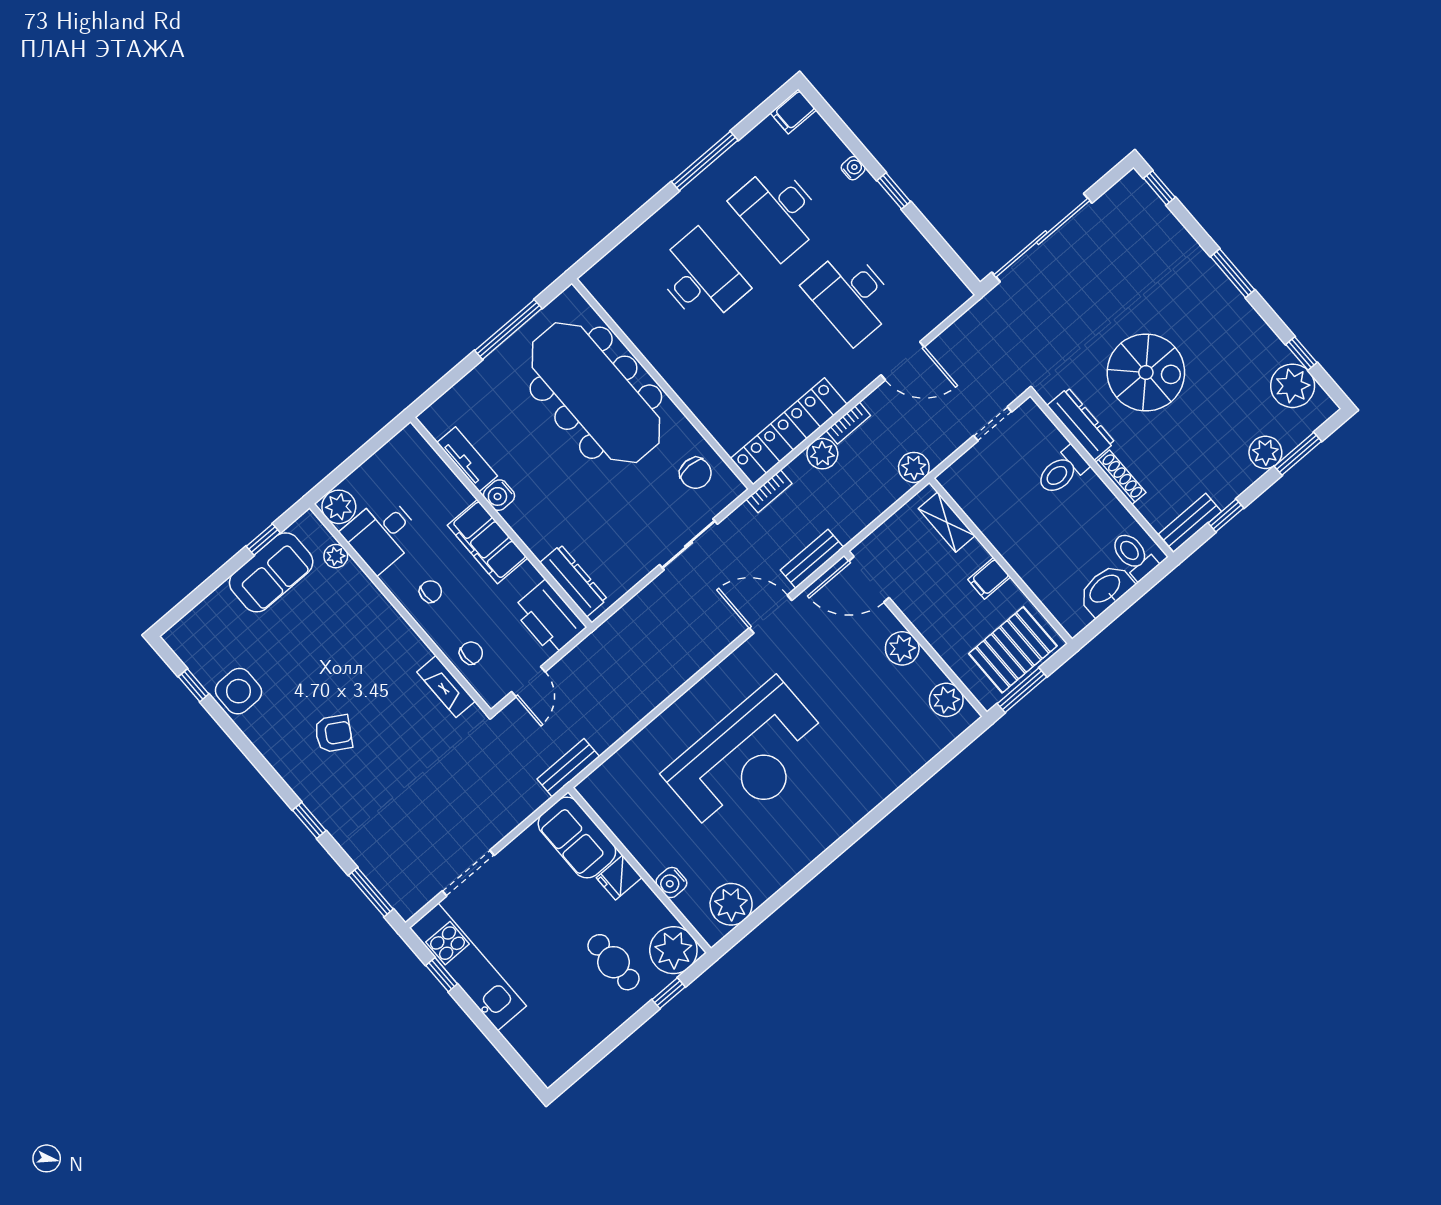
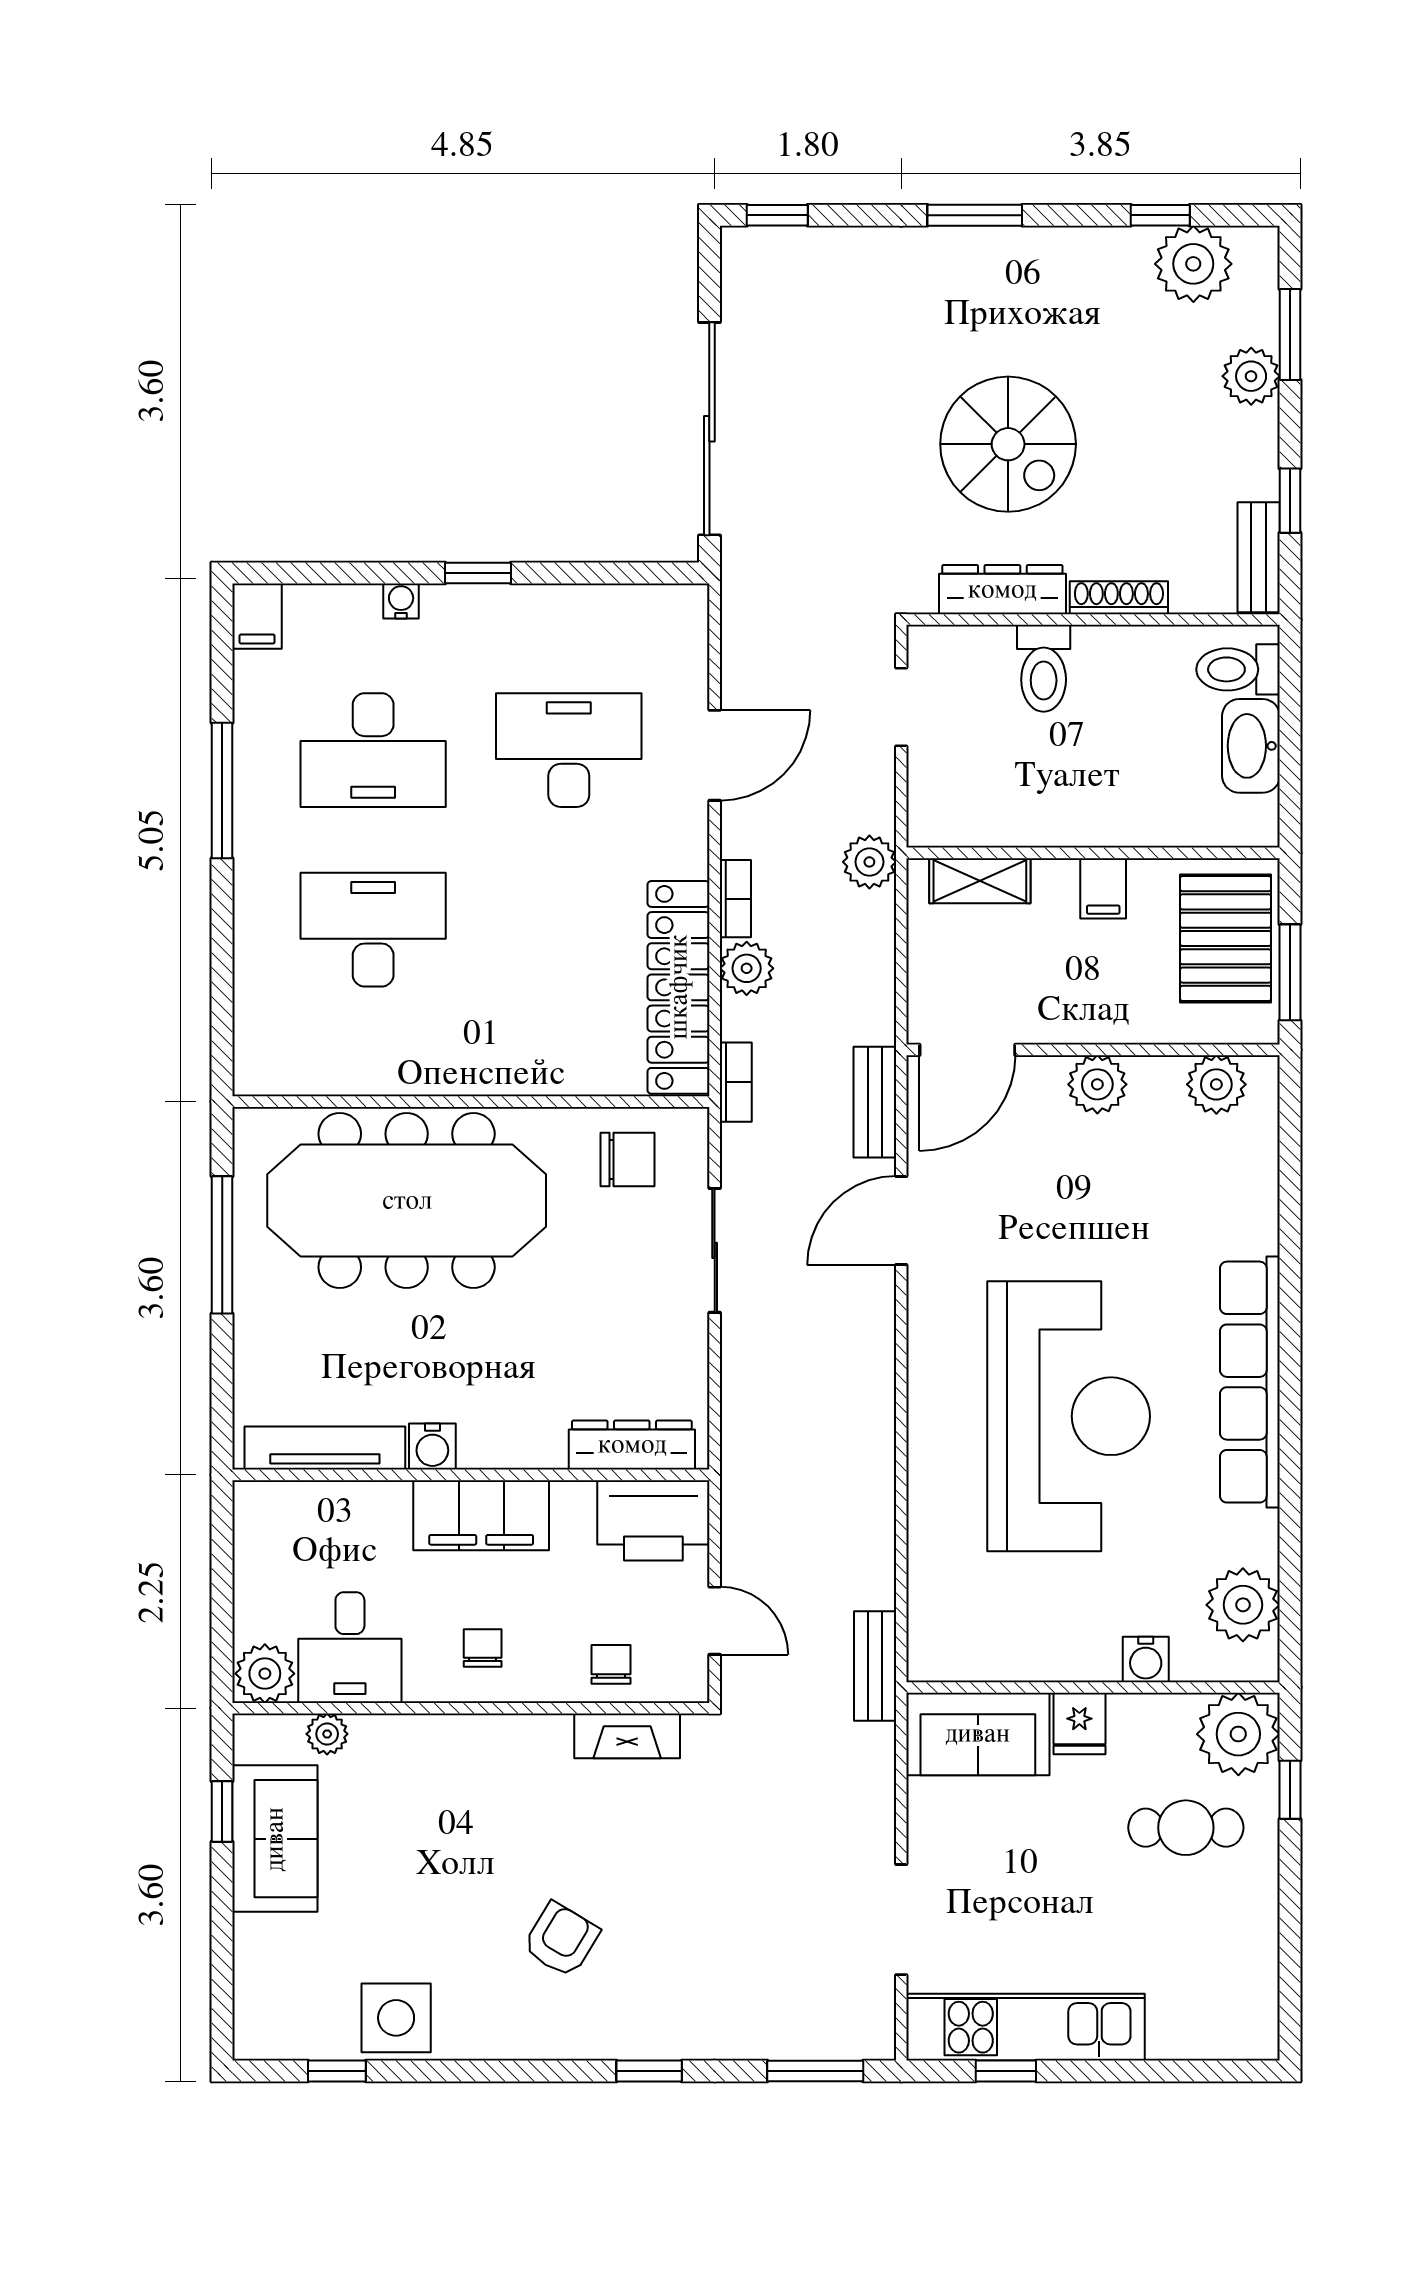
desk: (851, 296) -> (569, 750), turned 180
spiral stairs: (1146, 373) -> (1008, 444), turned 90
tv unit: (467, 459) -> (325, 1448), width x1.41
row of seats: (830, 825) -> (1250, 1382), added

